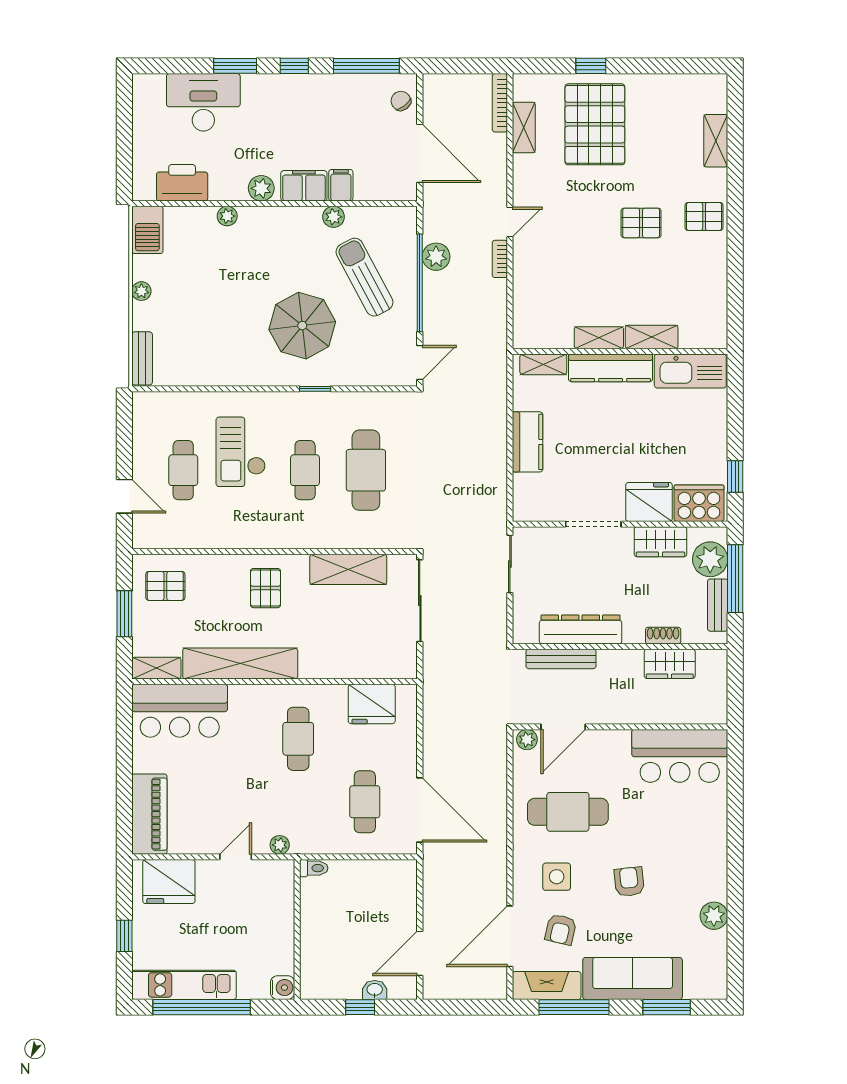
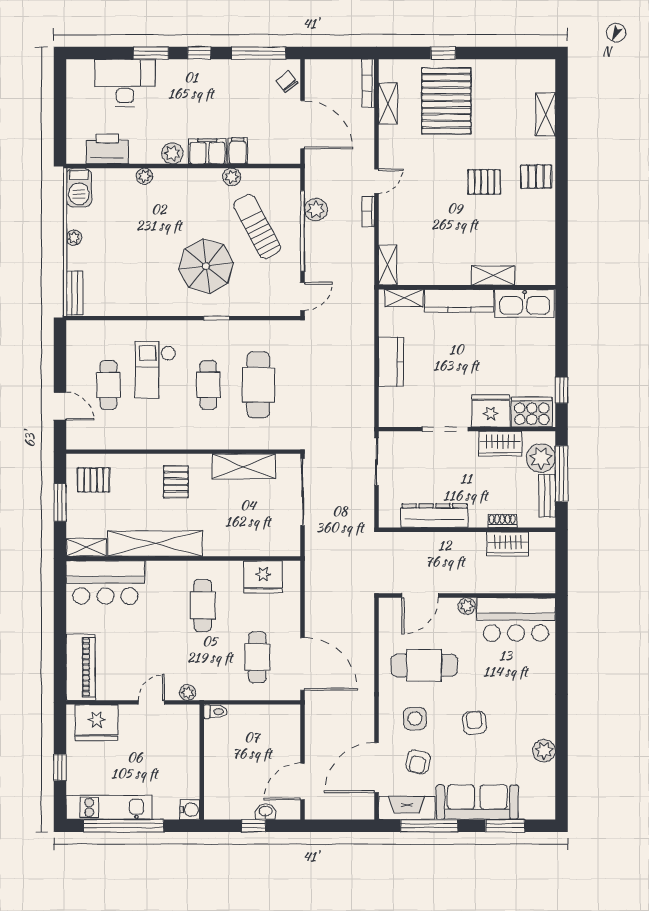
shelving: (599, 338) -> (388, 265), moved, turned 90
bench: (561, 659) -> (418, 540), removed
plant: (527, 740) -> (467, 606), moved

